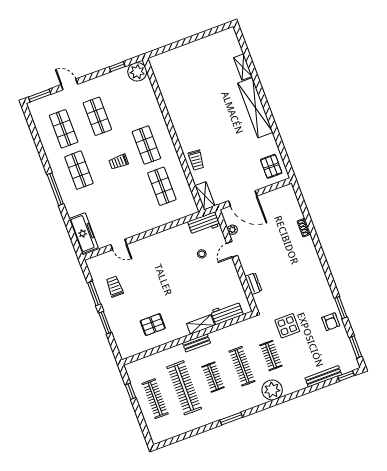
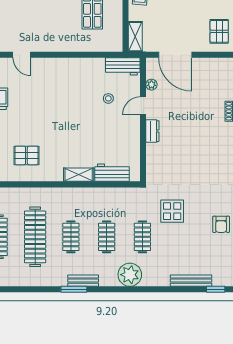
dresser: (253, 284) -> (152, 131), moved
bench: (197, 343) -> (83, 281), moved
clothes rail: (242, 366) -> (107, 237), width x0.73

